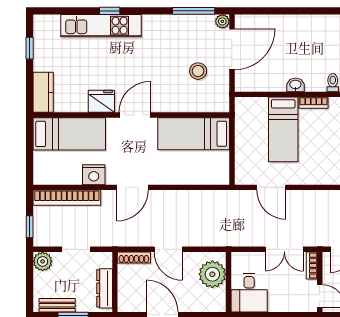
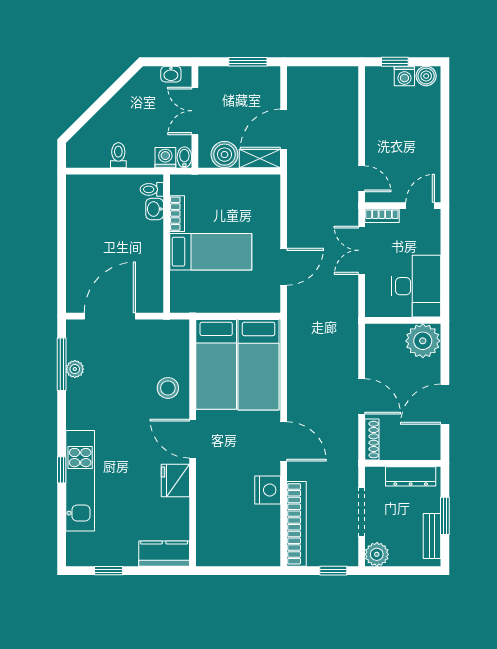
plant: (222, 21) -> (75, 369), moved
door: (232, 49) -> (110, 316), hinge flipped
stool: (198, 71) -> (168, 388), moved
washbasin: (295, 85) -> (155, 209), moved
bed: (69, 134) -> (259, 365), moved, turned 180
doorway: (76, 249) -> (362, 512), width x1.38
door: (168, 249) -> (362, 396), hinge flipped
double door: (284, 249) -> (362, 250), swing flipped
plant: (212, 274) -> (423, 341), moved
desk: (249, 293) -> (416, 286), width x1.37

